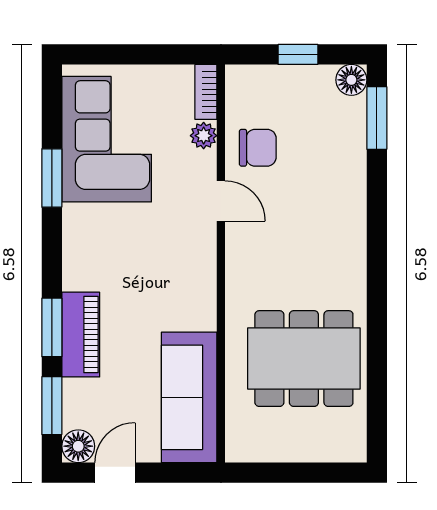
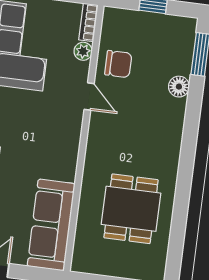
floor lamp: (351, 80) -> (179, 87), moved
dining table: (304, 359) -> (131, 209), width x0.73

